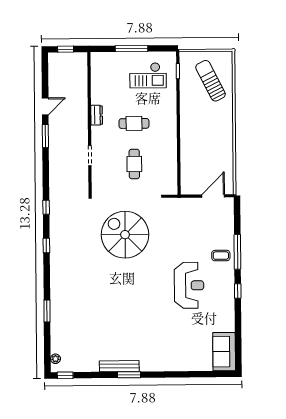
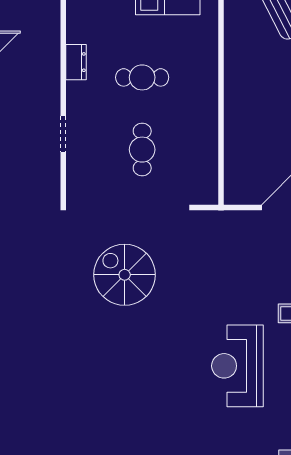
spiral stairs: (125, 235) -> (125, 275), width x0.73, depth x0.73
reception desk: (189, 285) -> (237, 366), turned 180

